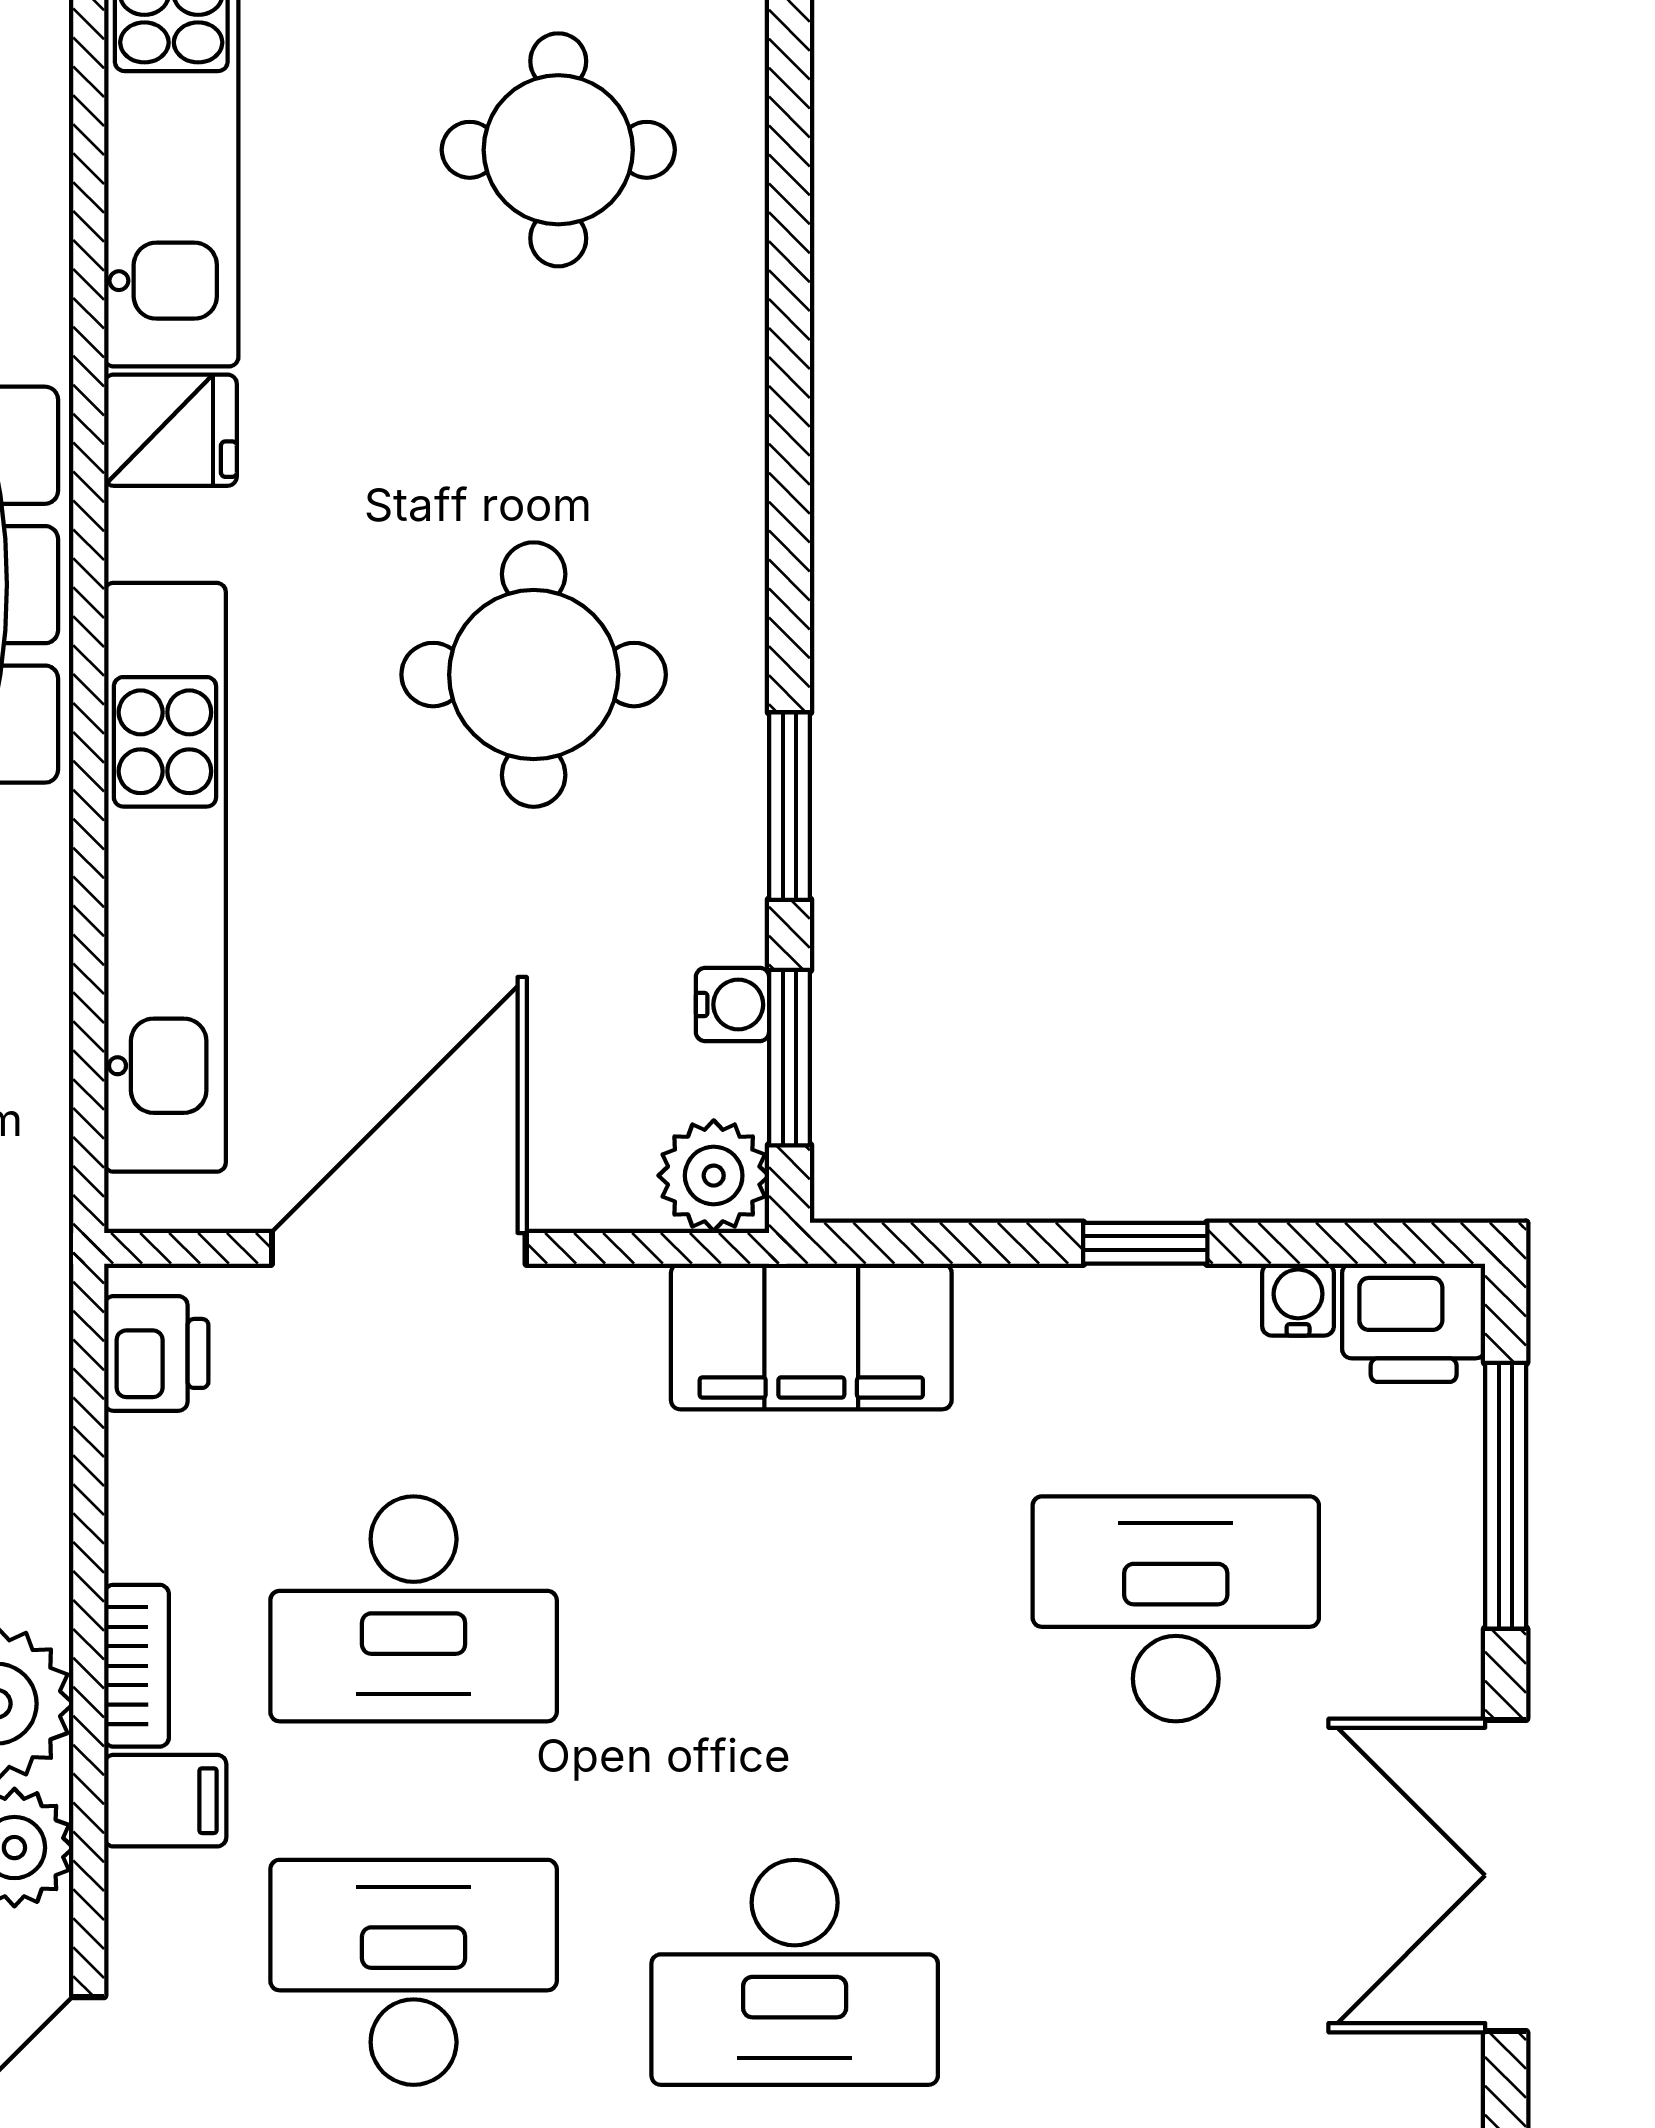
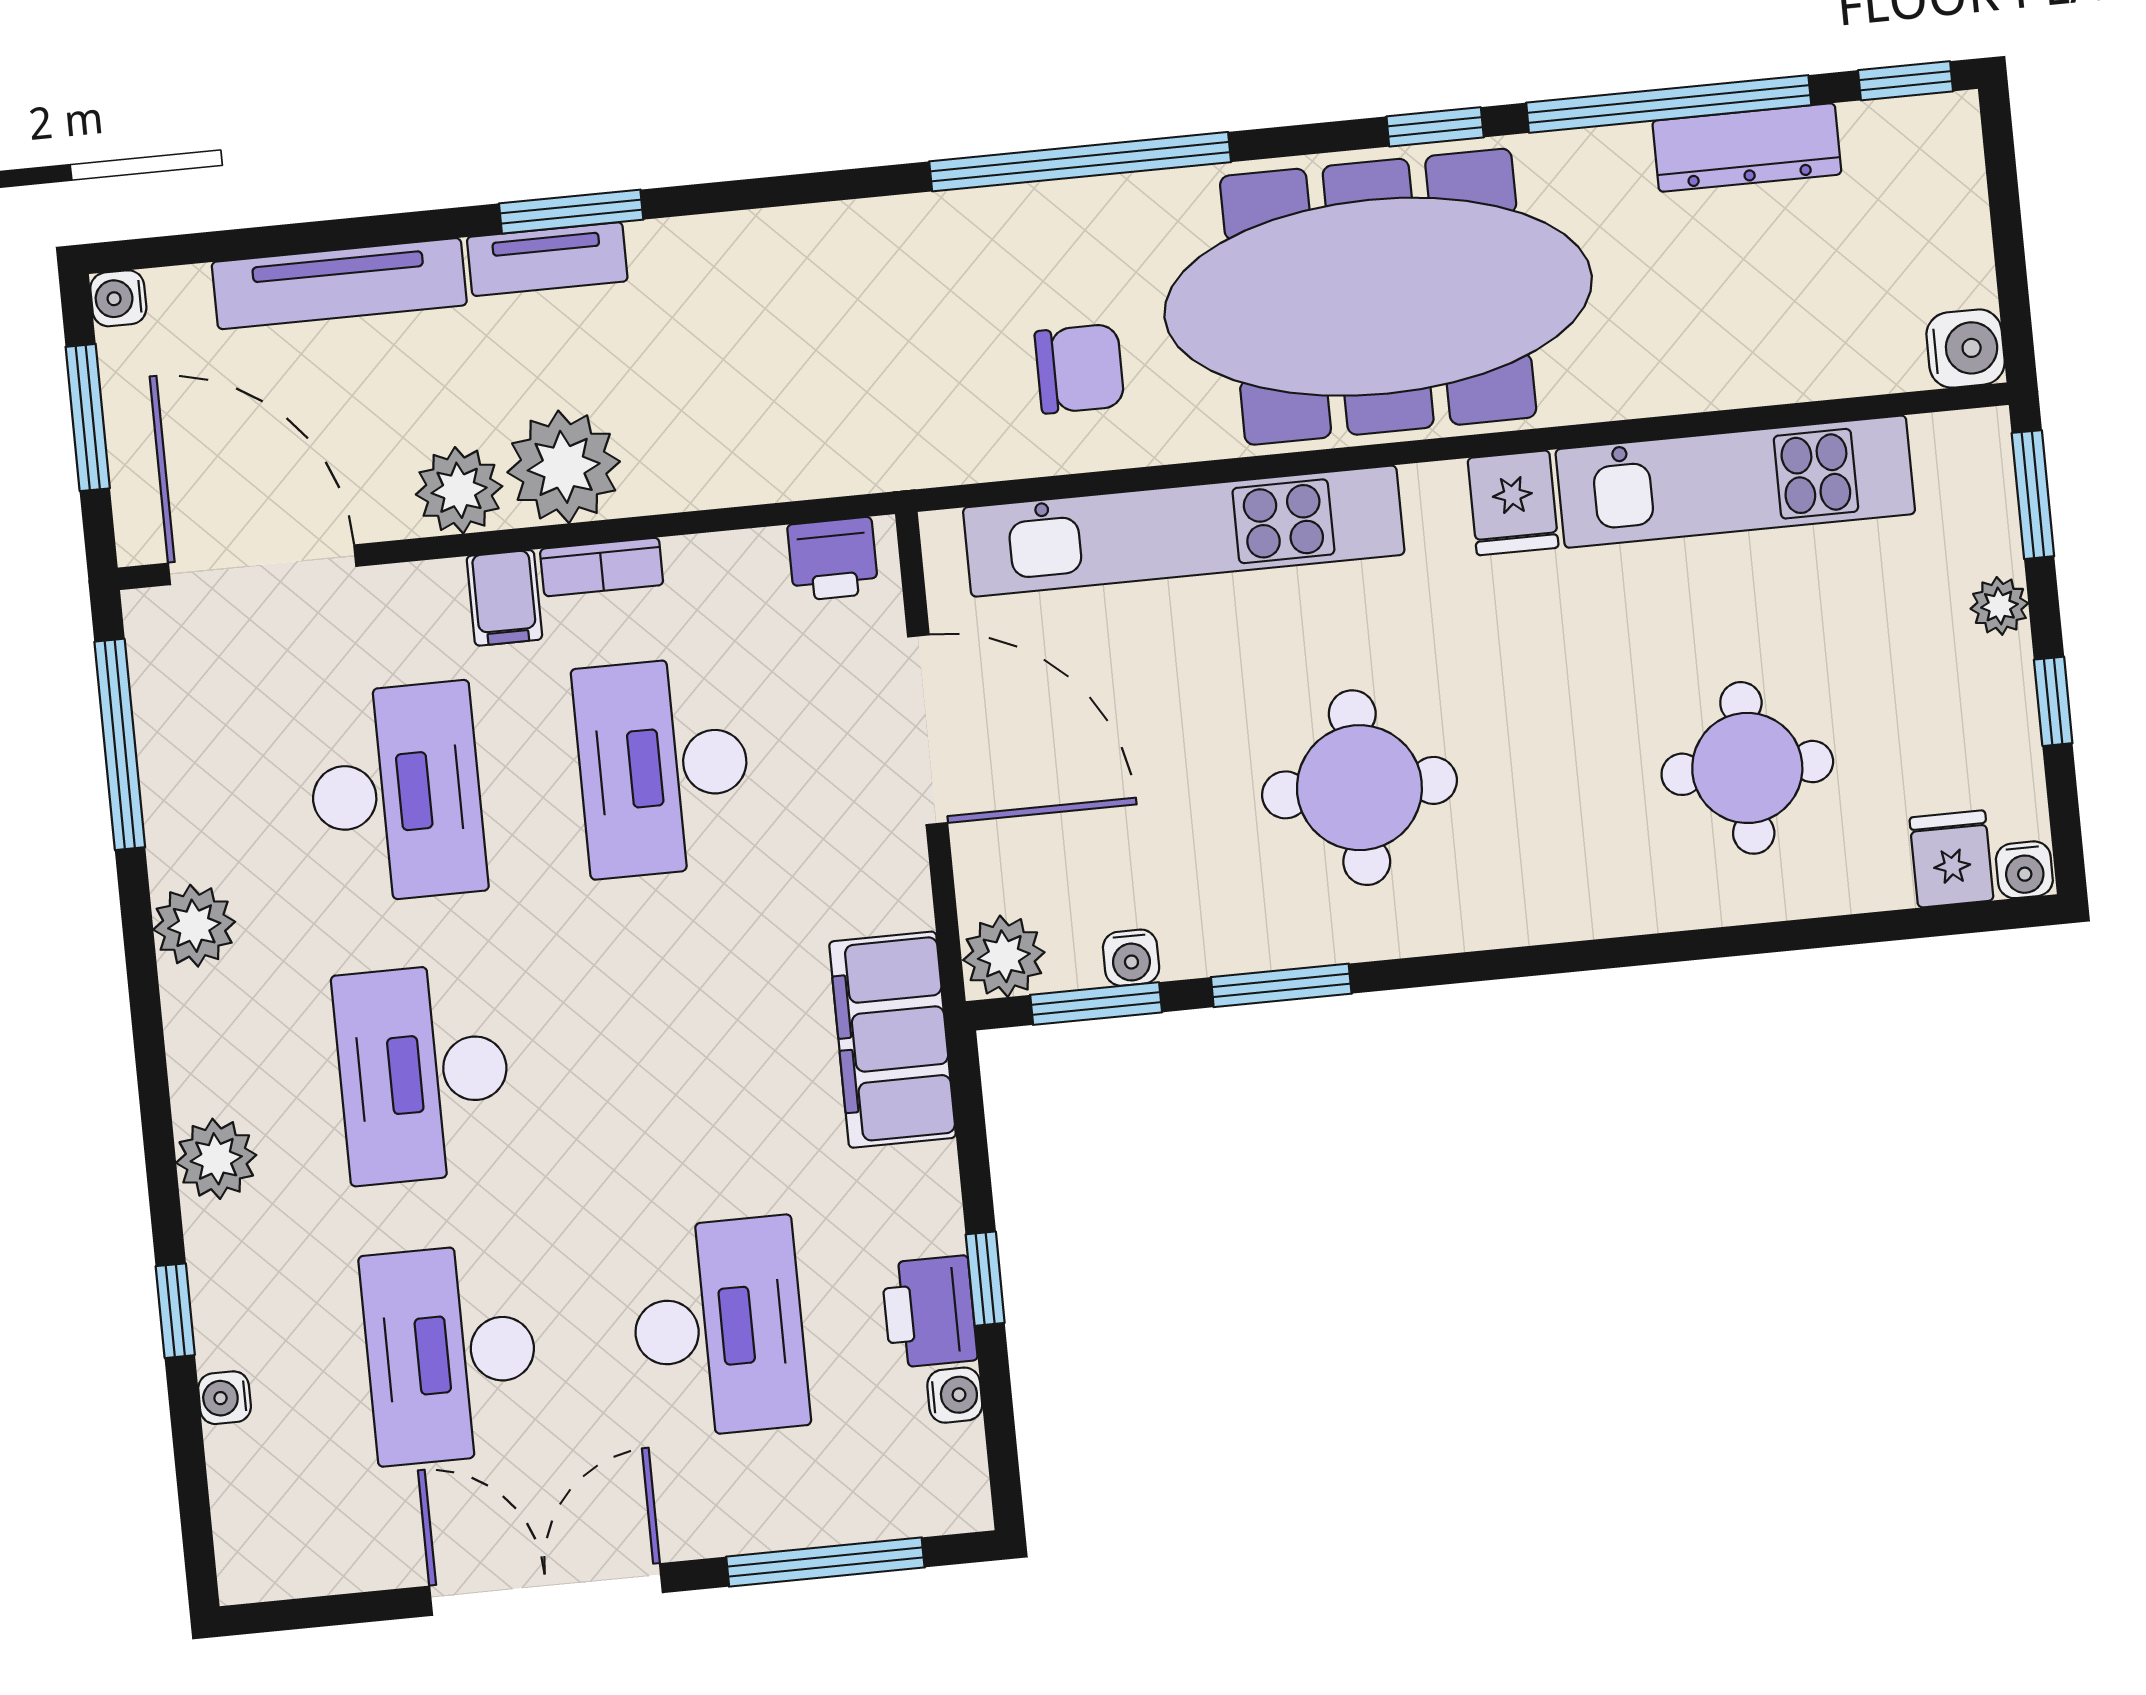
printer: (1414, 1323) -> (929, 1312), moved
desk: (1176, 1972) -> (451, 1354), added

